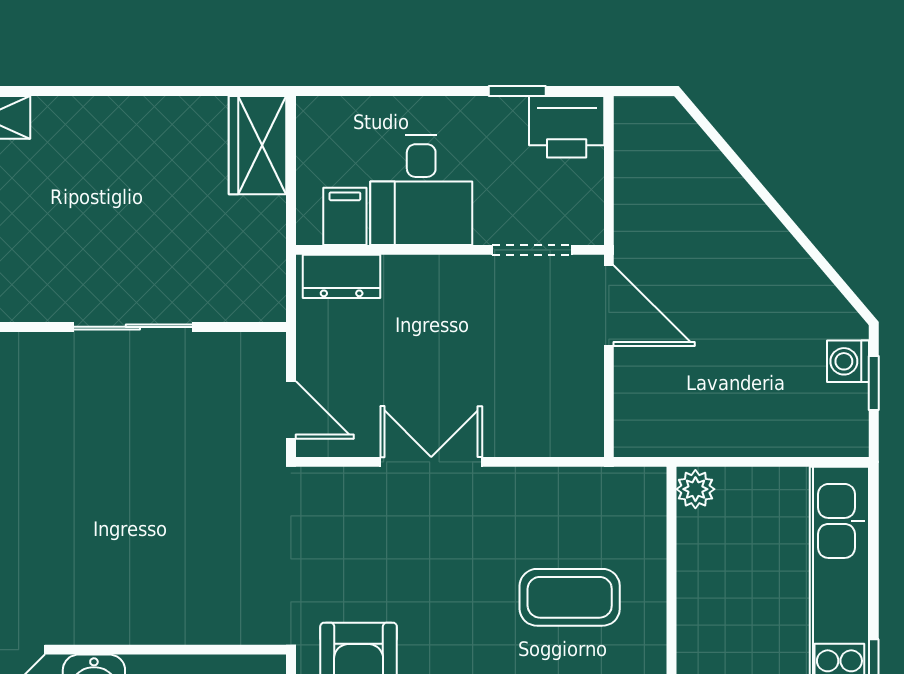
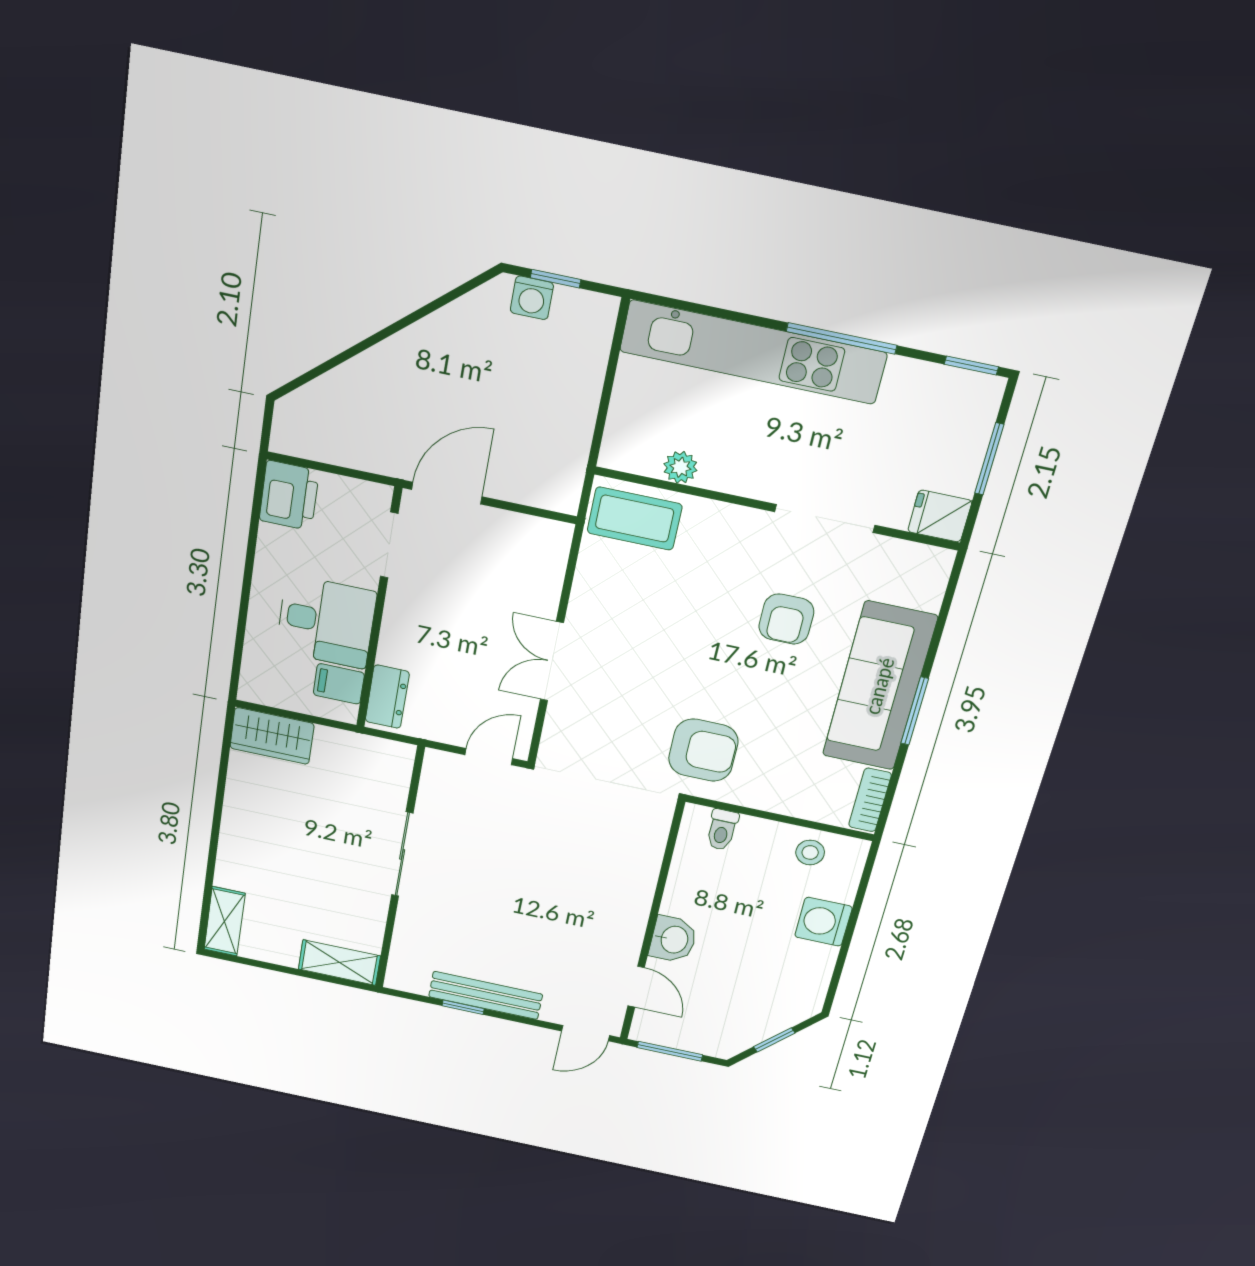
window: (517, 91) -> (254, 529), removed
plant: (695, 489) -> (680, 467), moved
coffee table: (570, 597) -> (635, 519), moved, turned 90

